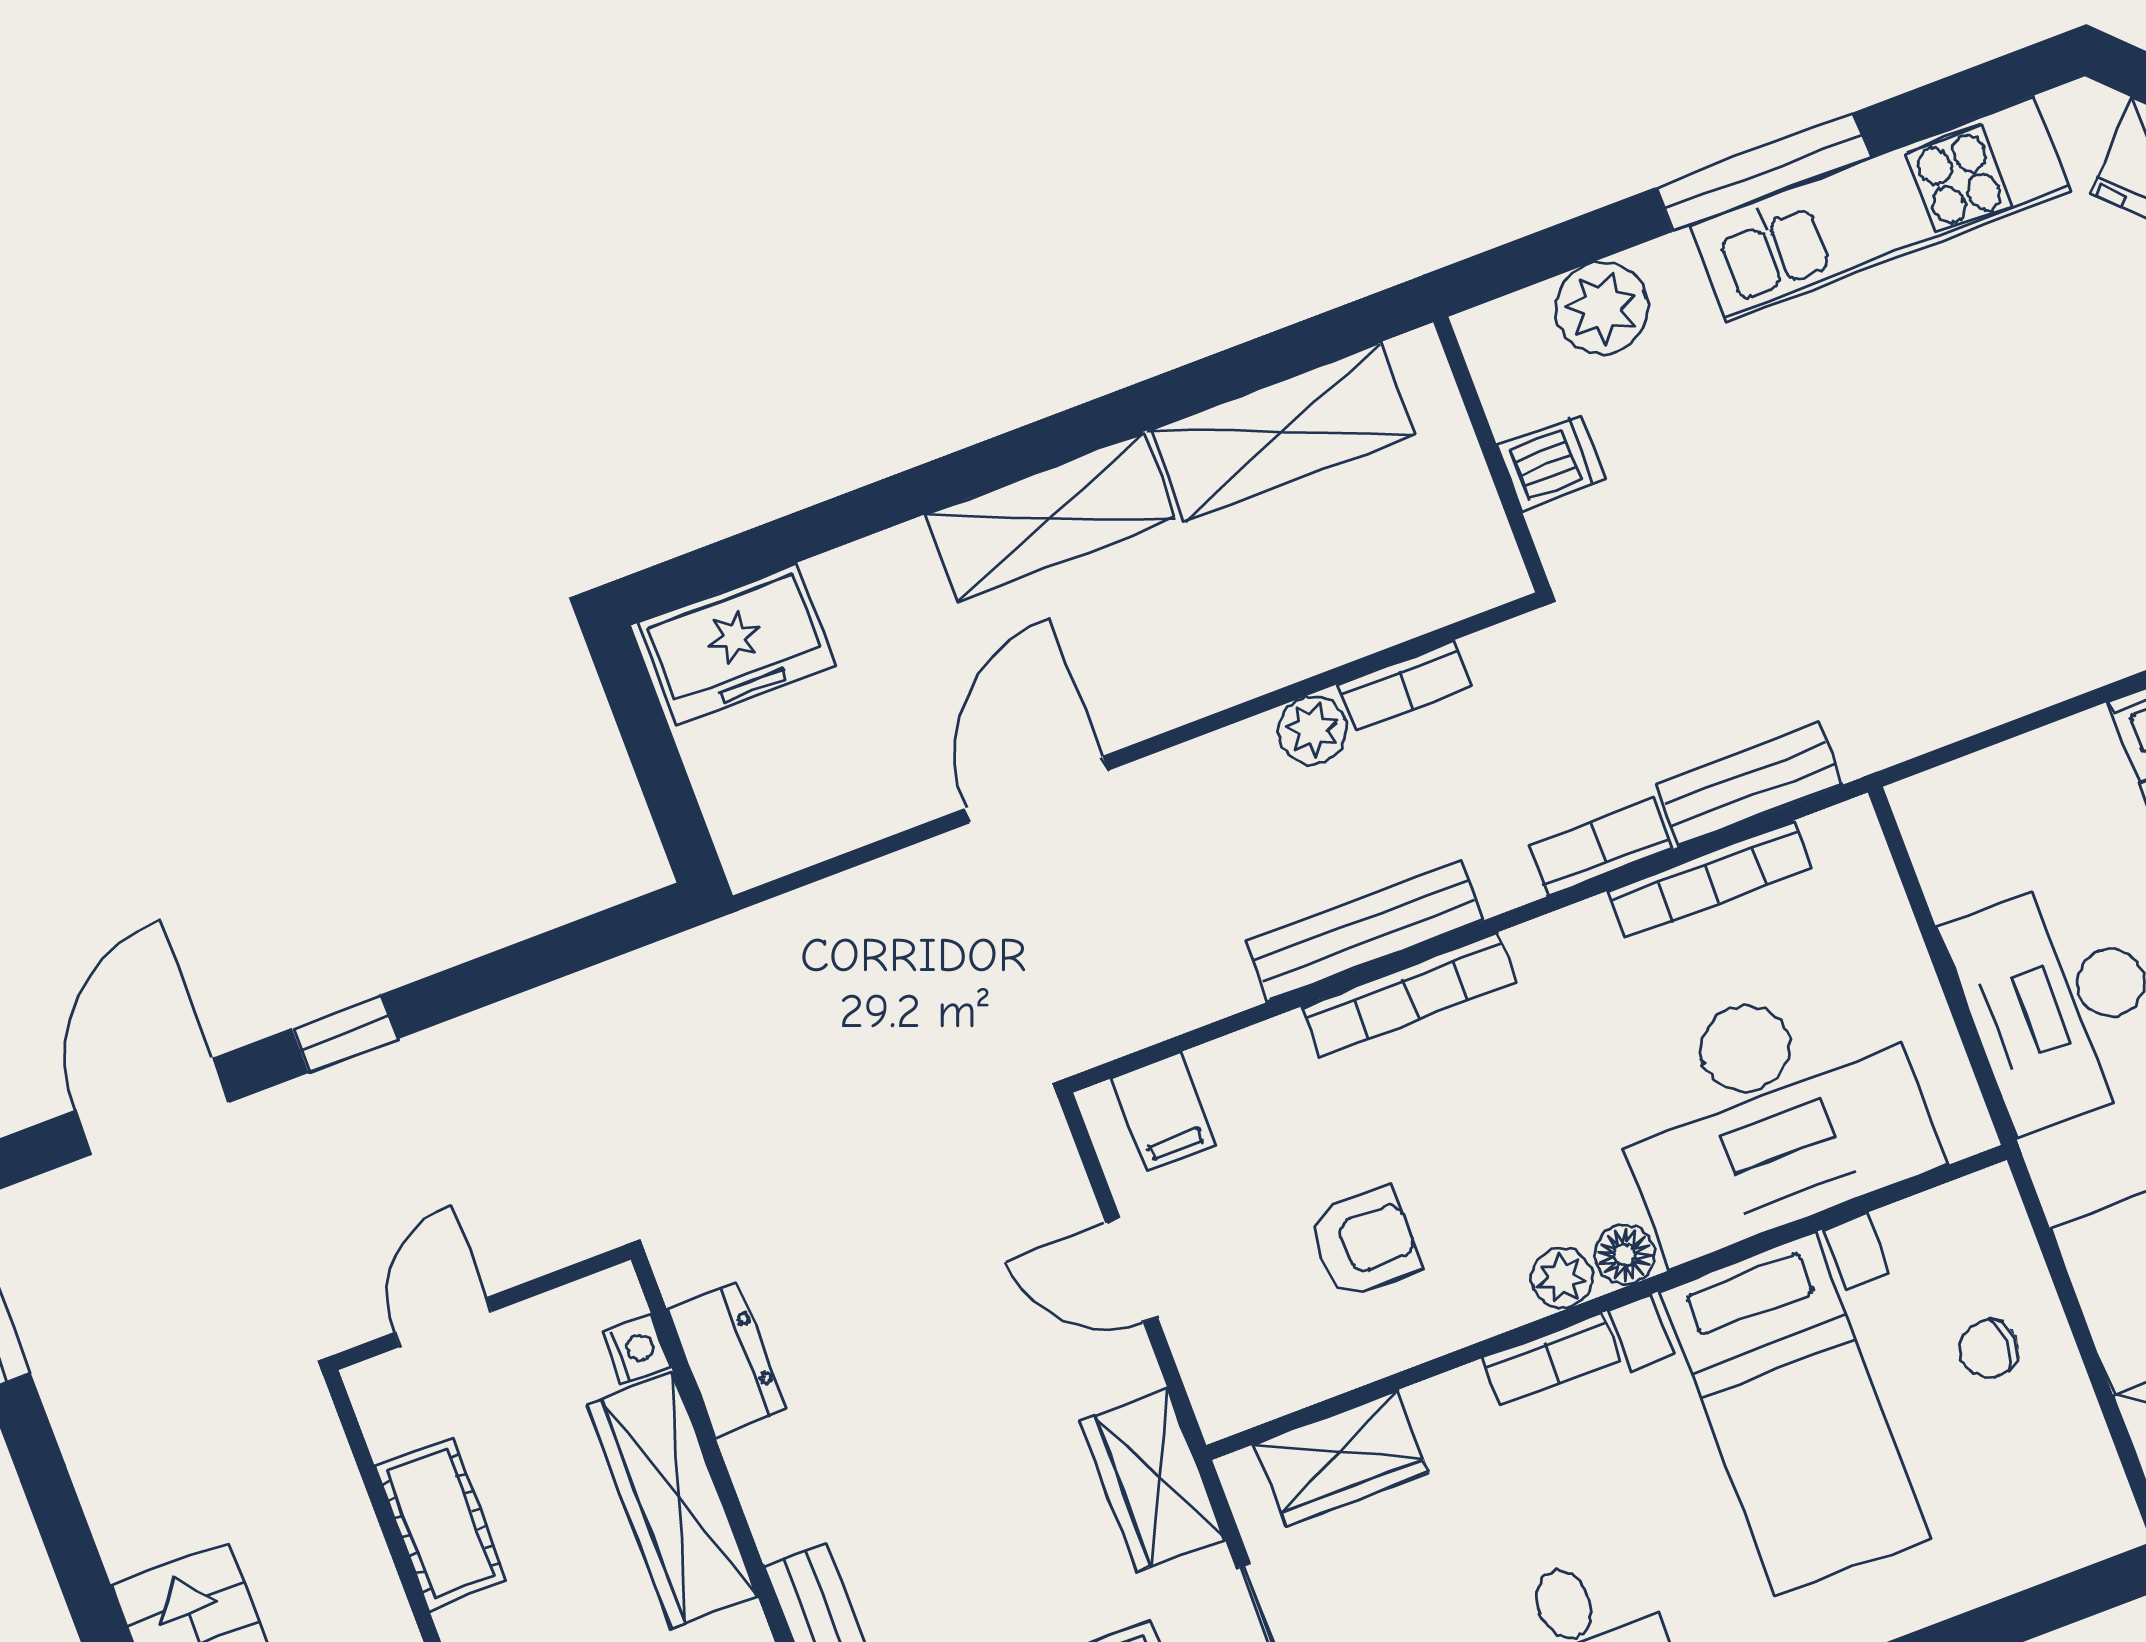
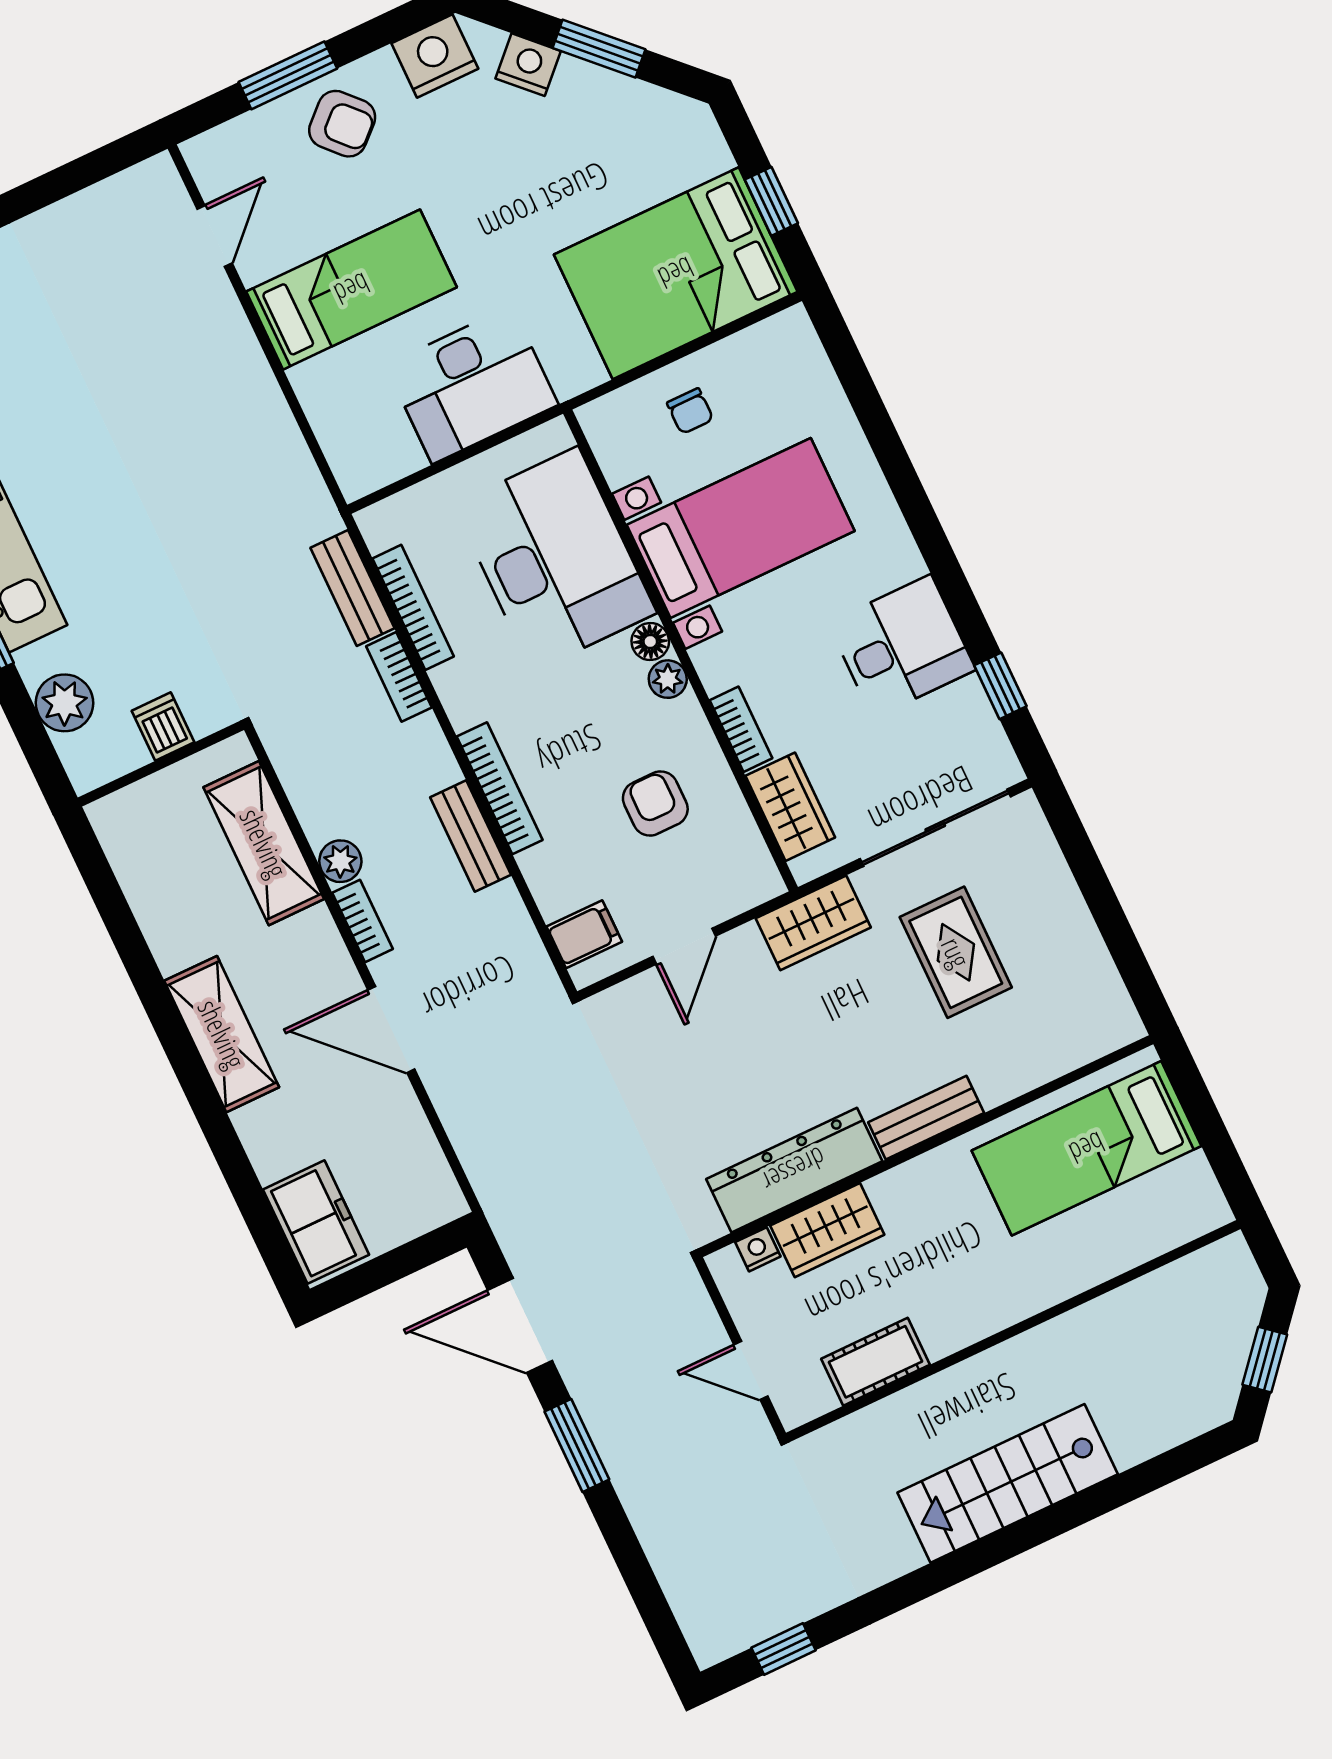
shelving: (1282, 432) -> (264, 843), moved
bookcase: (1405, 685) -> (362, 921), moved
bench: (1365, 931) -> (471, 836), width x0.73
window: (345, 1034) -> (577, 1446), width x1.50
door: (152, 1107) -> (520, 1325), moved
dresser: (727, 1359) -> (794, 1170), width x1.96, depth x1.24
bookcase: (1551, 1359) -> (741, 729), moved
wardrobe: (672, 1500) -> (827, 1230), width x0.67

